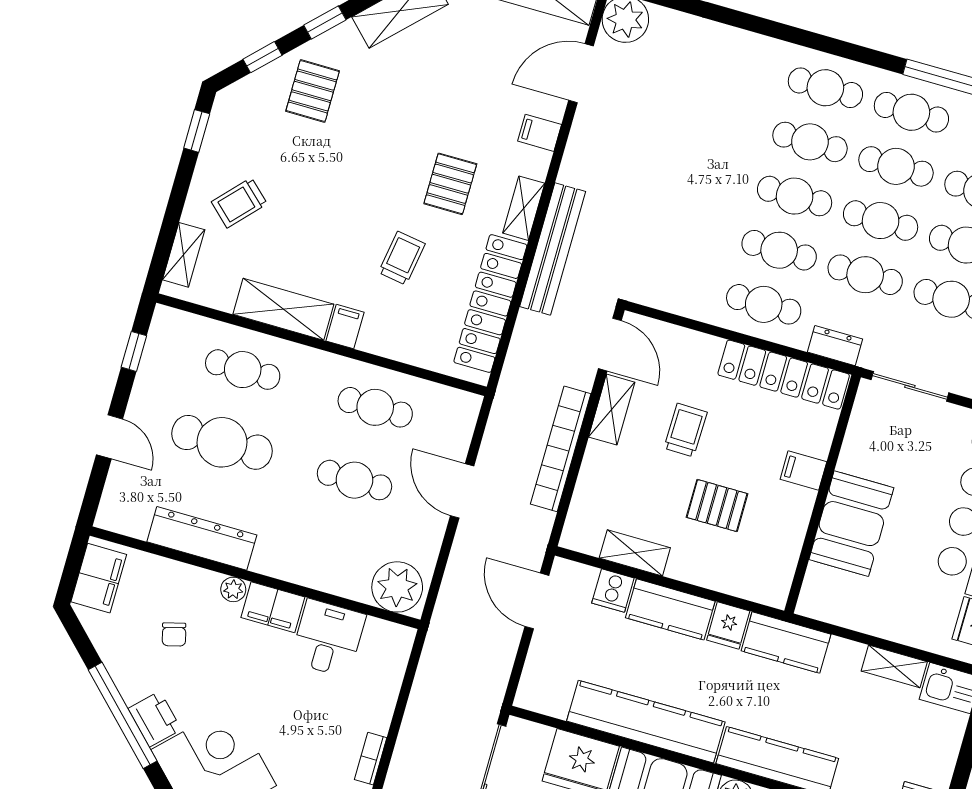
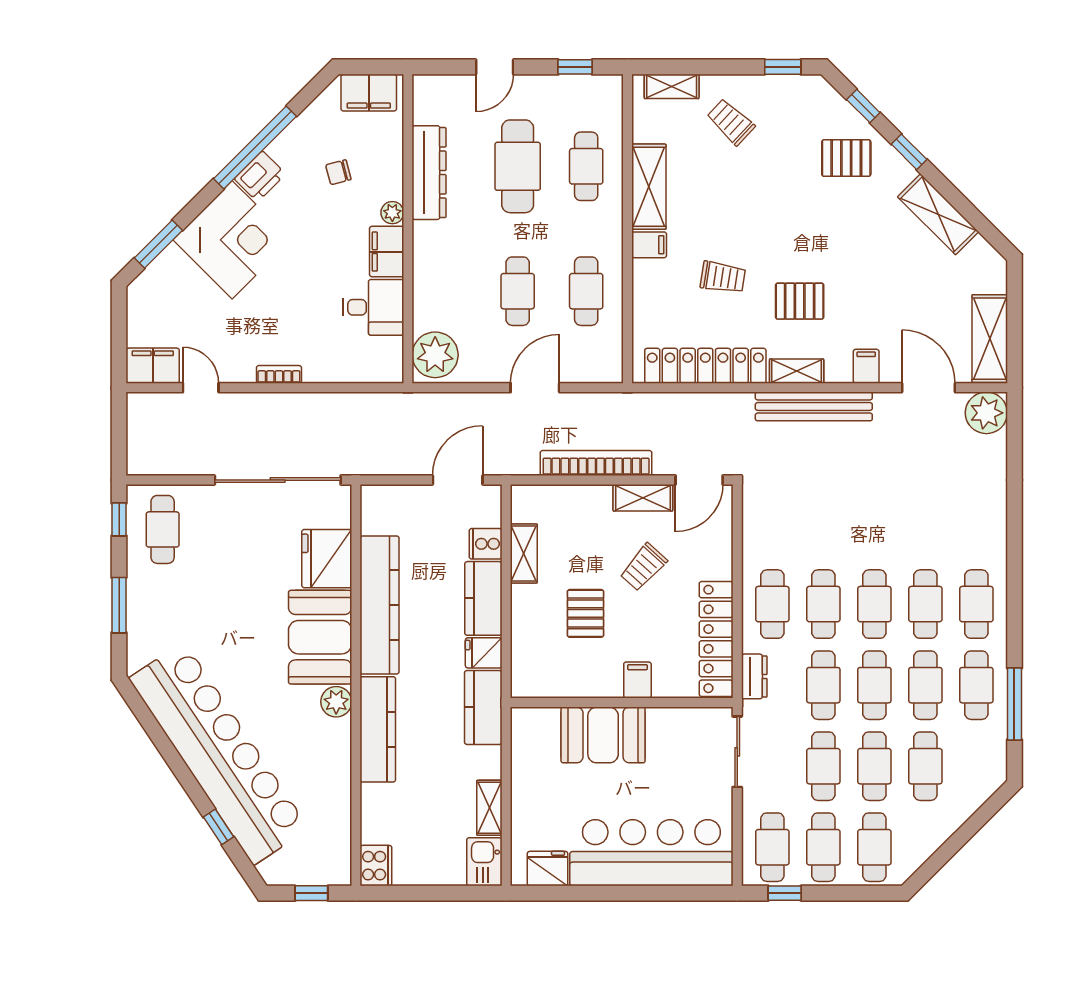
bench: (553, 249) -> (814, 406), moved
trolley: (685, 430) -> (643, 567), turned 131

